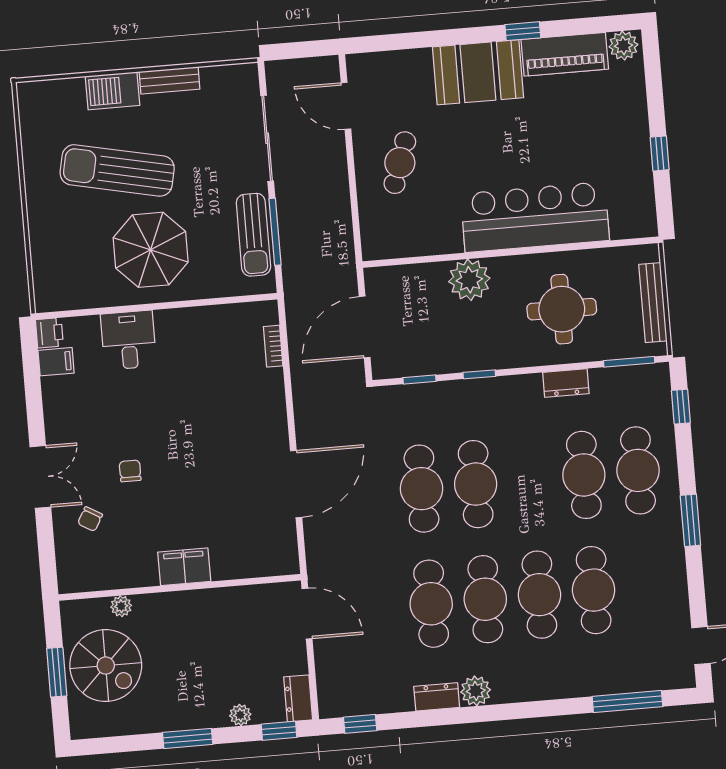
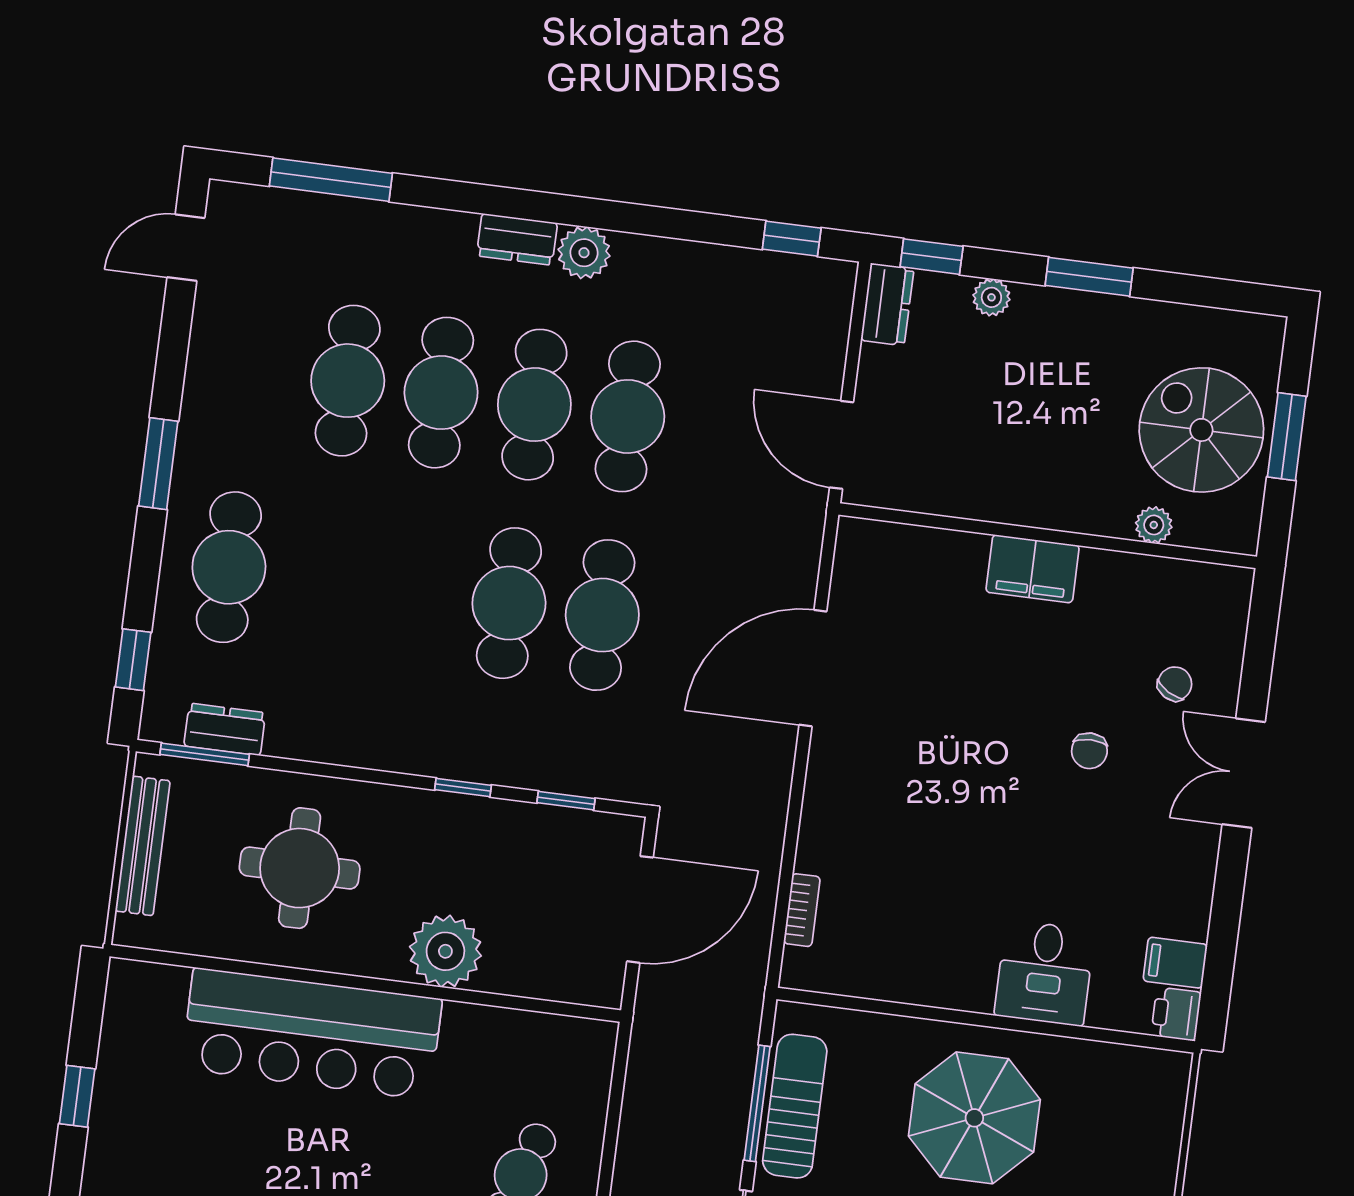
dresser: (566, 383) -> (225, 729), moved
cafe table: (584, 475) -> (322, 579), removed
dresser: (437, 697) -> (517, 239), moved

